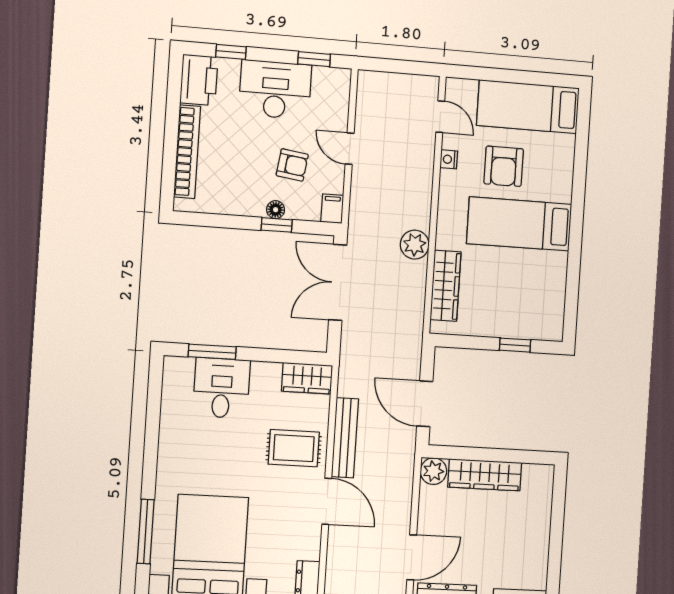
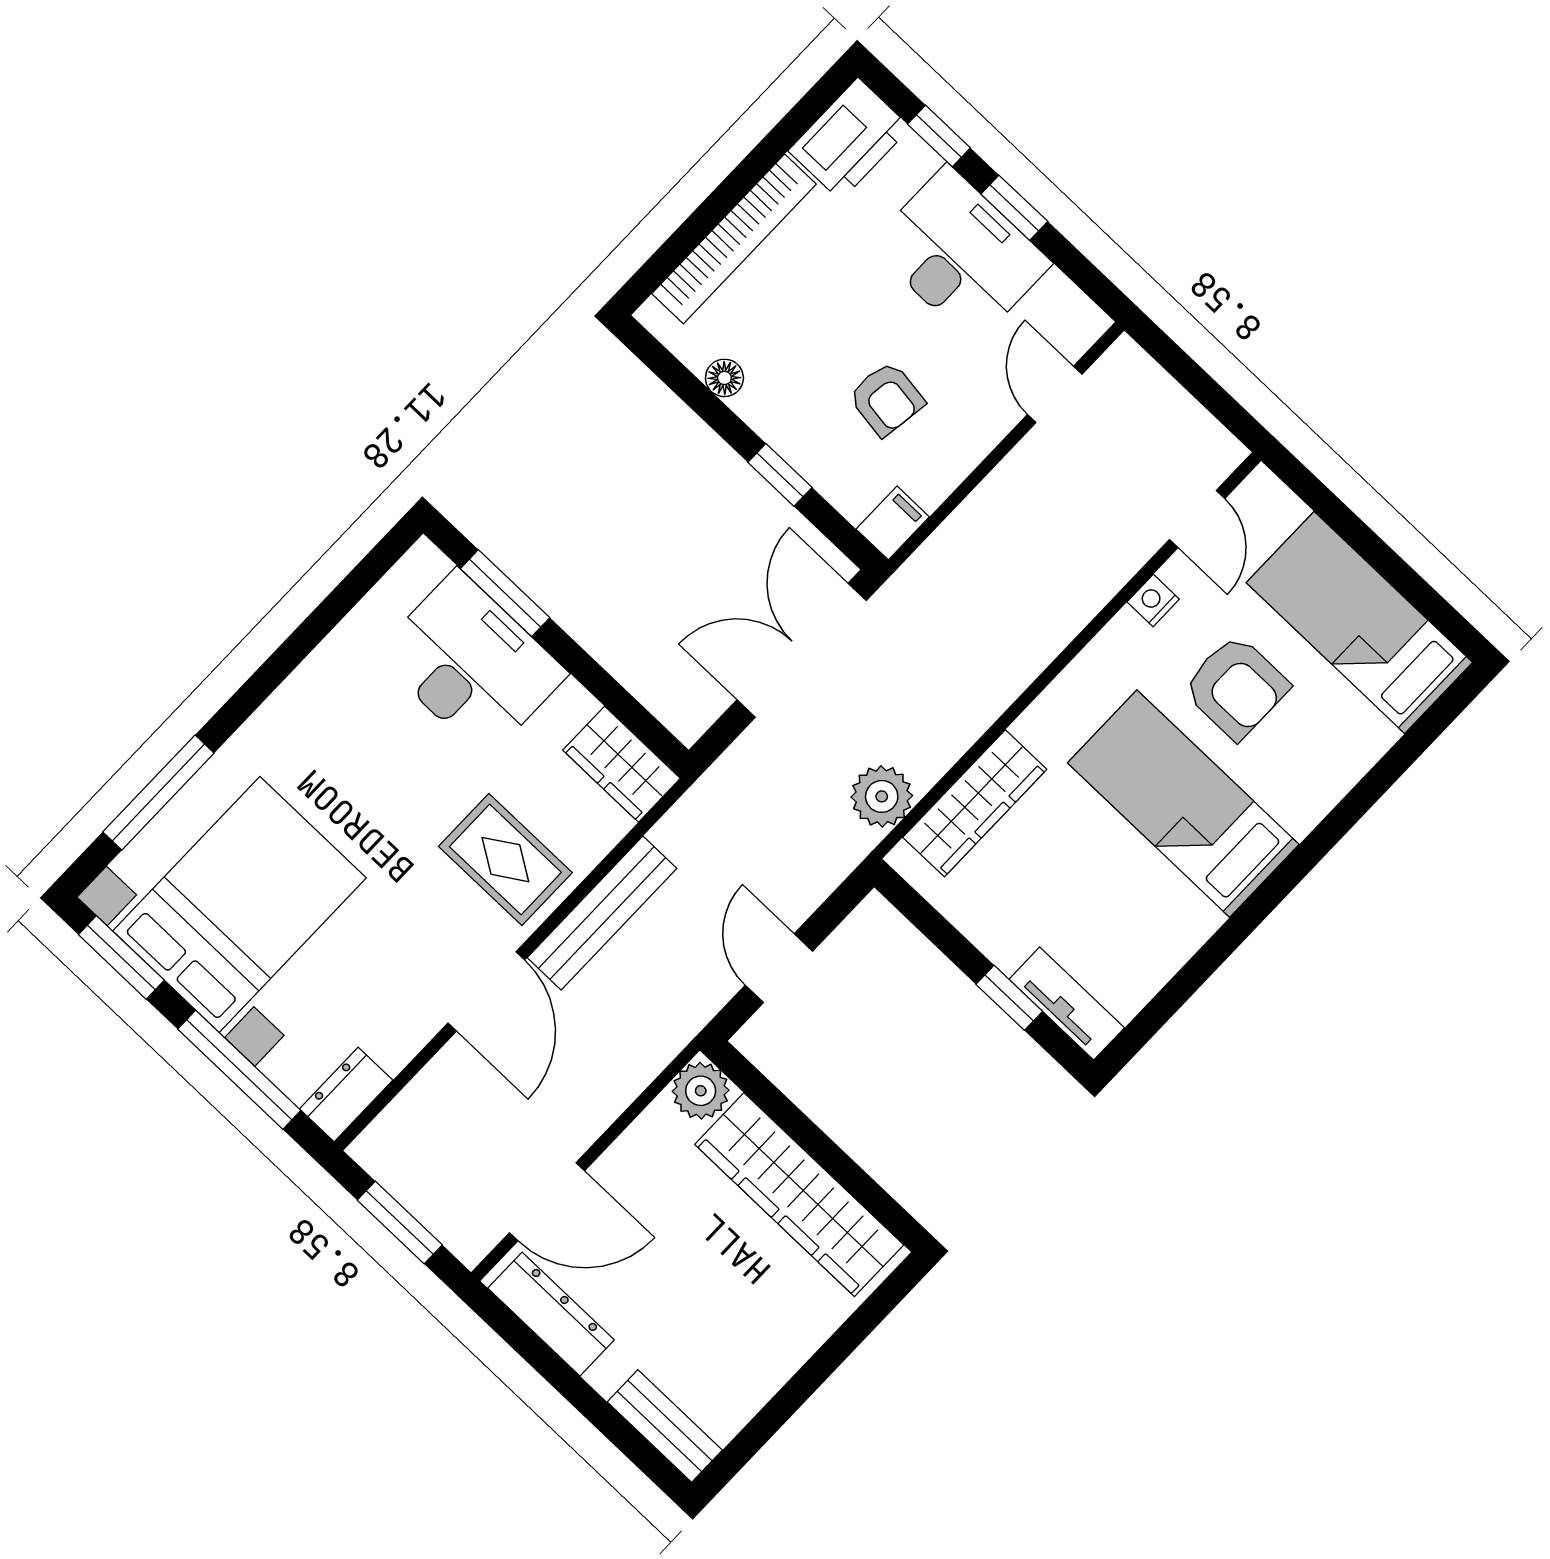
window: (314, 59) -> (1014, 208), moved
door: (350, 149) -> (1055, 394), moved
armchair: (504, 166) -> (1236, 687), turned -90
floor lamp: (276, 210) -> (724, 378), moved
plant: (415, 245) -> (882, 796), moved
tv unit: (537, 330) -> (1067, 1004), added
desk: (222, 388) -> (471, 664), width x1.37
door: (425, 404) -> (779, 968), width x0.73
wardrobe: (485, 475) -> (799, 1195), width x1.40, depth x1.17

